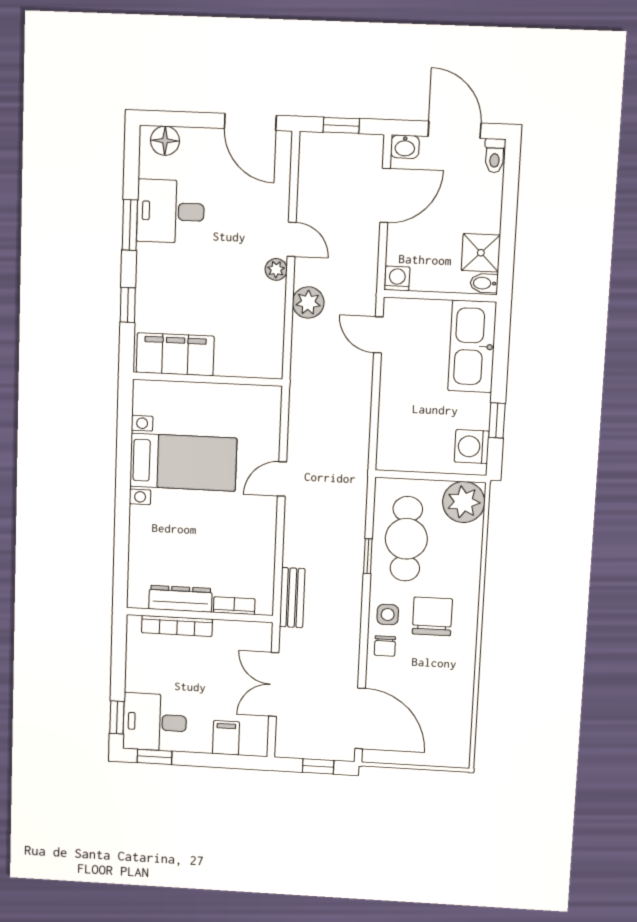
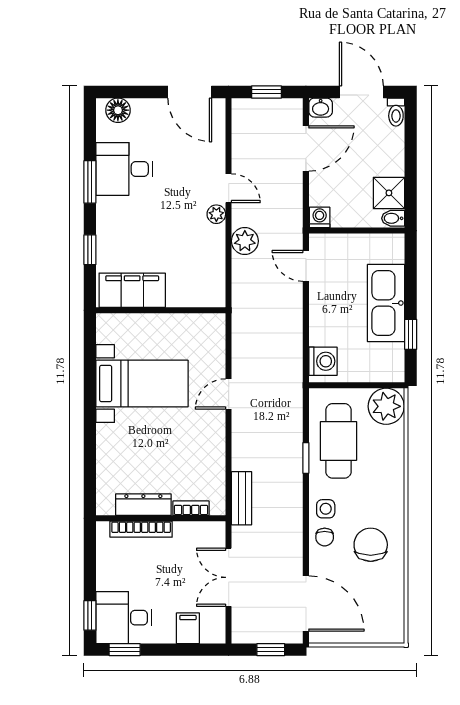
kitchen sink: (472, 346) -> (386, 303), moved
washing machine: (472, 446) -> (323, 361), moved, turned 180
chair: (432, 616) -> (371, 545), moved

